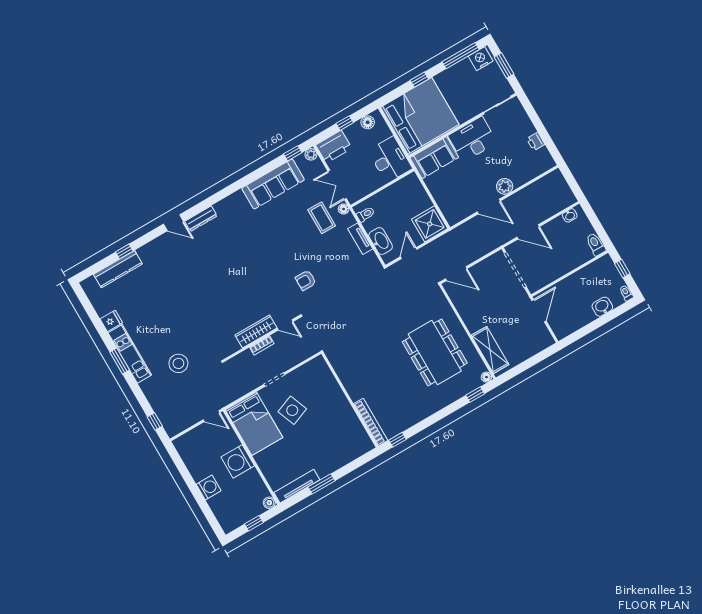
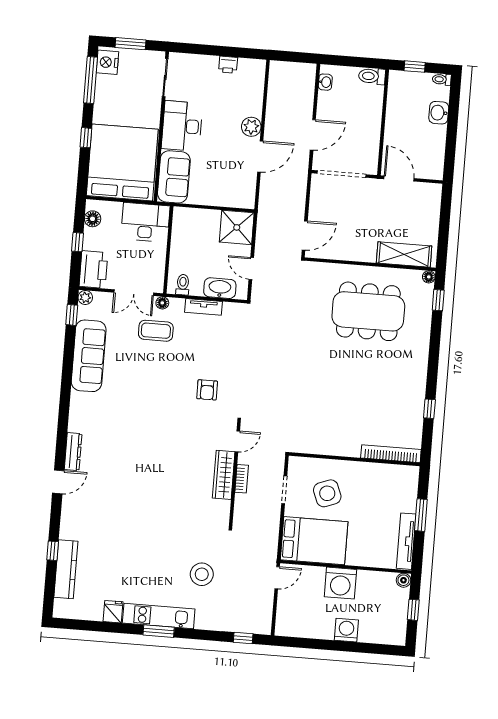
wall: (350, 400) -> (354, 459), moved
bookcase: (371, 422) -> (391, 454), moved

